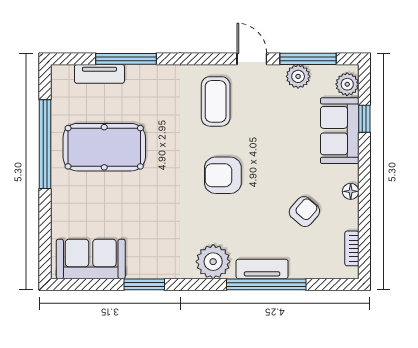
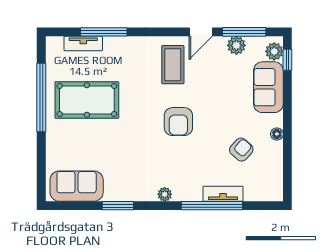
door: (252, 59) -> (201, 32), swing flipped
window: (364, 119) -> (287, 60), moved
armchair: (223, 175) -> (178, 122), turned -90
bookcase: (352, 248) -> (278, 178), removed
plant: (213, 262) -> (165, 194), width x0.53, depth x0.53
tv unit: (262, 269) -> (223, 194), moved

